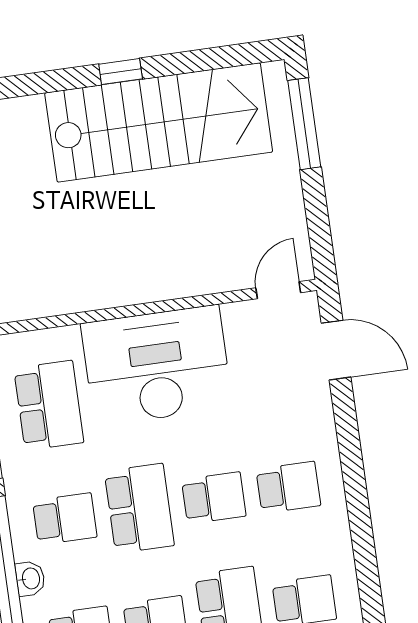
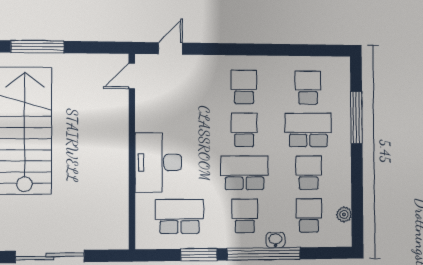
door: (278, 290) -> (132, 76), hinge flipped
door: (336, 350) -> (170, 48), width x0.73
desk: (157, 365) -> (158, 162), width x0.73, depth x0.77

